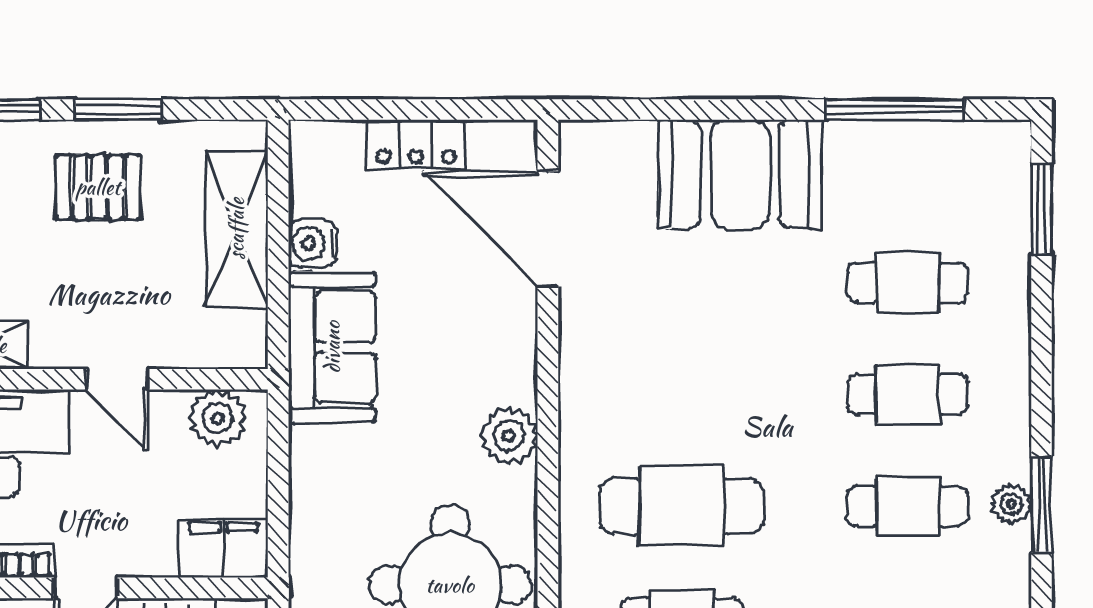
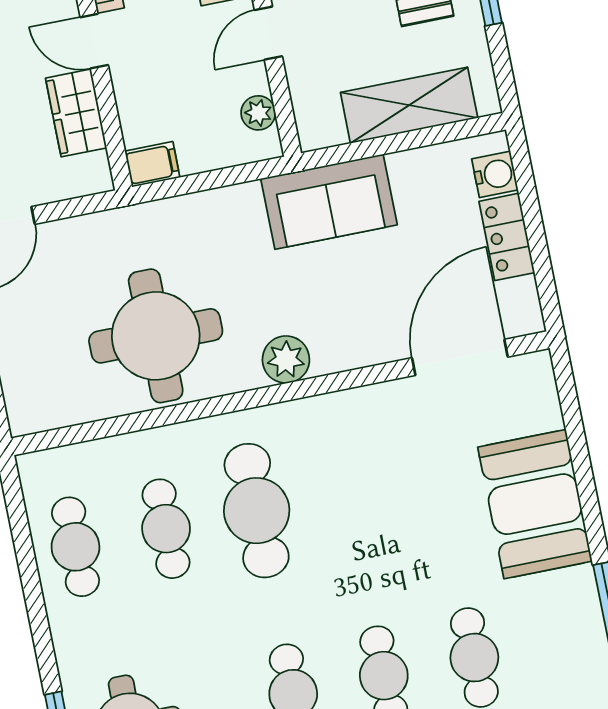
water cooler: (312, 243) -> (495, 174), moved, turned 90
plant: (218, 418) -> (258, 113), width x0.73, depth x0.73
filing cabinet: (223, 548) -> (152, 164), width x0.50

